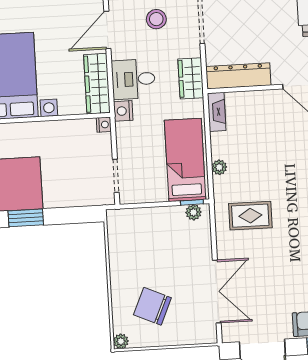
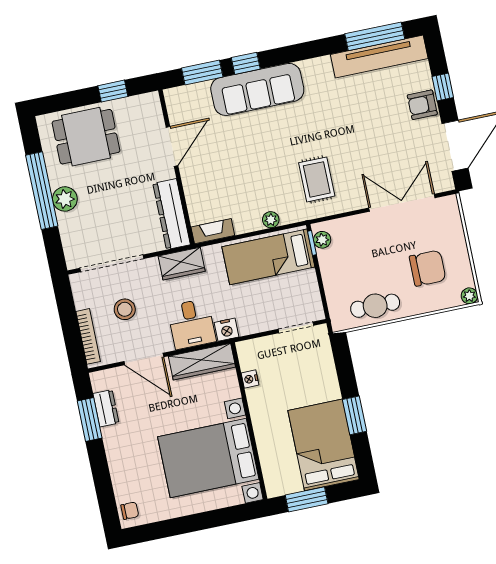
nightstand: (104, 125) -> (250, 379), moved, turned -90
cafe table: (125, 252) -> (375, 306), added
chair: (152, 306) -> (428, 268), turned -114

